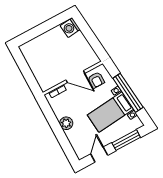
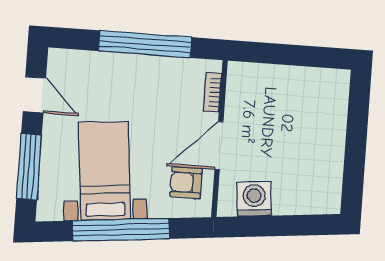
washing machine: (70, 28) -> (254, 199), moved
plant: (66, 123) -> (138, 69), removed
window: (56, 126) -> (145, 44), added

